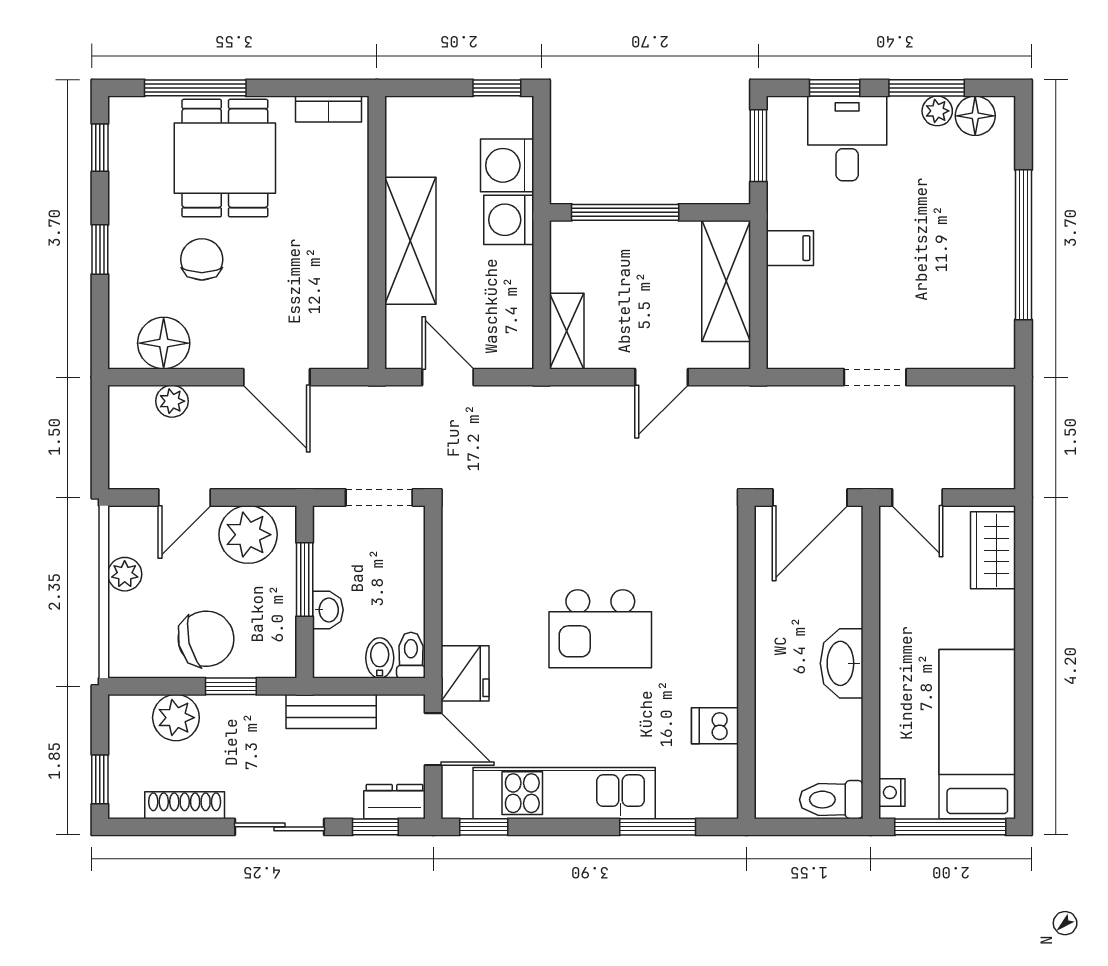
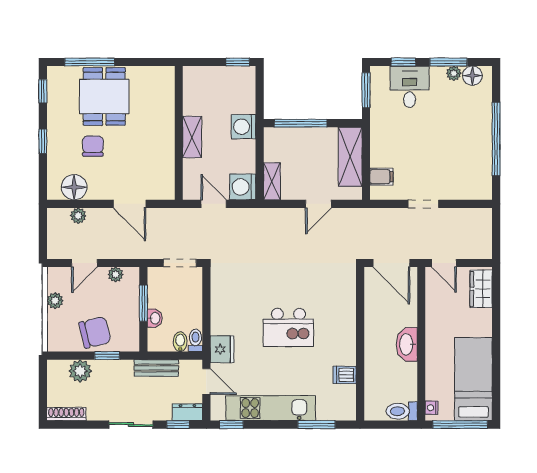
bookcase: (328, 109) -> (155, 72), removed
washing machine: (507, 165) -> (243, 187), moved
shelving: (410, 241) -> (192, 137), width x0.67, depth x0.75
filing cabinet: (790, 248) -> (381, 177), moved
door: (810, 498) -> (391, 263), hinge flipped
plant: (248, 535) -> (116, 275), width x0.53, depth x0.53
window: (100, 779) -> (43, 401), removed
shoe rack: (185, 805) -> (66, 414), moved

